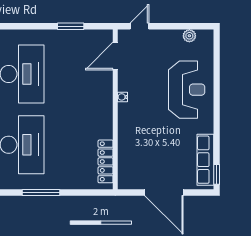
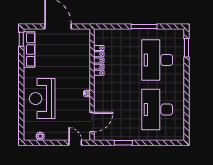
door: (139, 26) -> (75, 143), swing flipped
locker: (106, 161) -> (99, 60), moved

